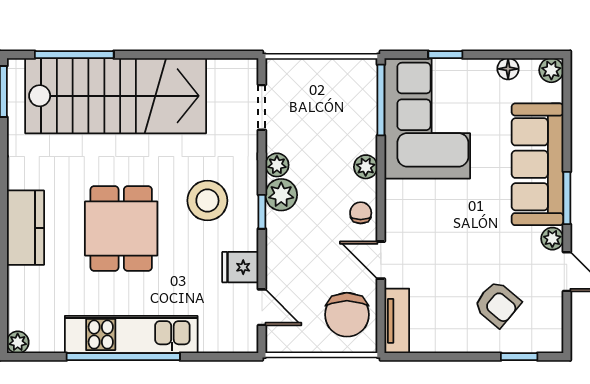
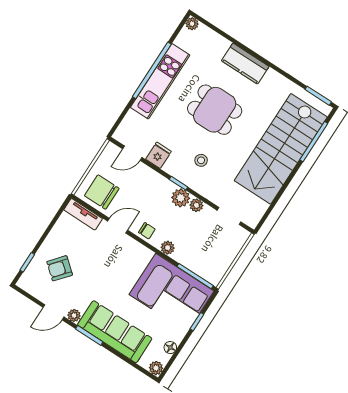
stool: (207, 201) -> (201, 160), width x0.53, depth x0.53

